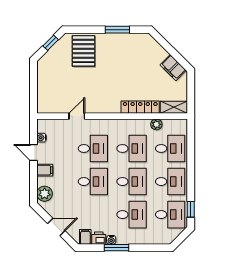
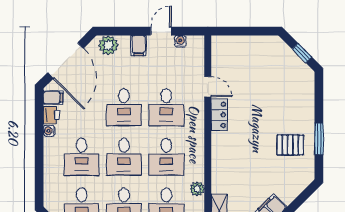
pallet: (84, 51) -> (290, 145), moved, width x0.67, depth x0.71
locker: (140, 107) -> (219, 115), moved, width x0.66
door: (56, 227) -> (65, 60), width x1.88
window: (116, 248) -> (39, 138), removed

